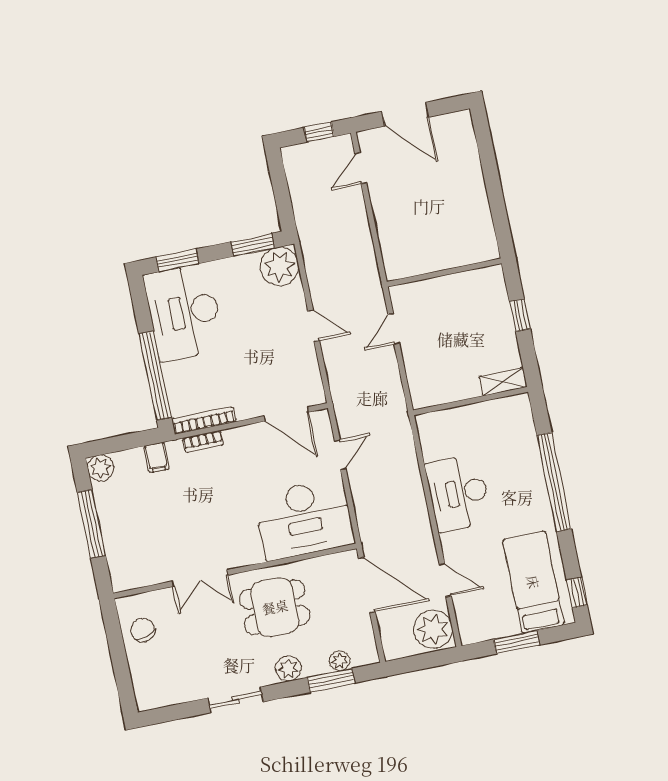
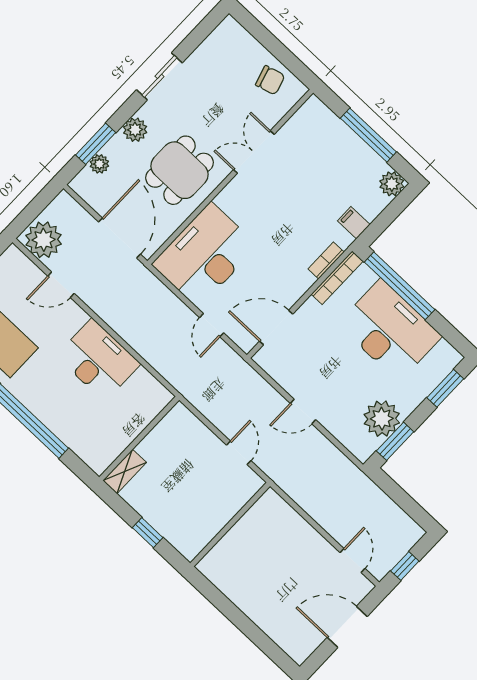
plant: (279, 266) -> (382, 419), moved
desk: (184, 312) -> (390, 330), moved
door: (367, 585) -> (119, 238), swing flipped

